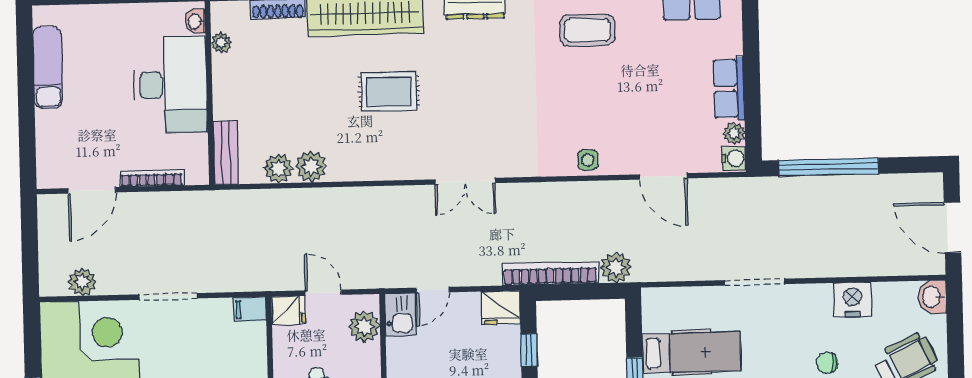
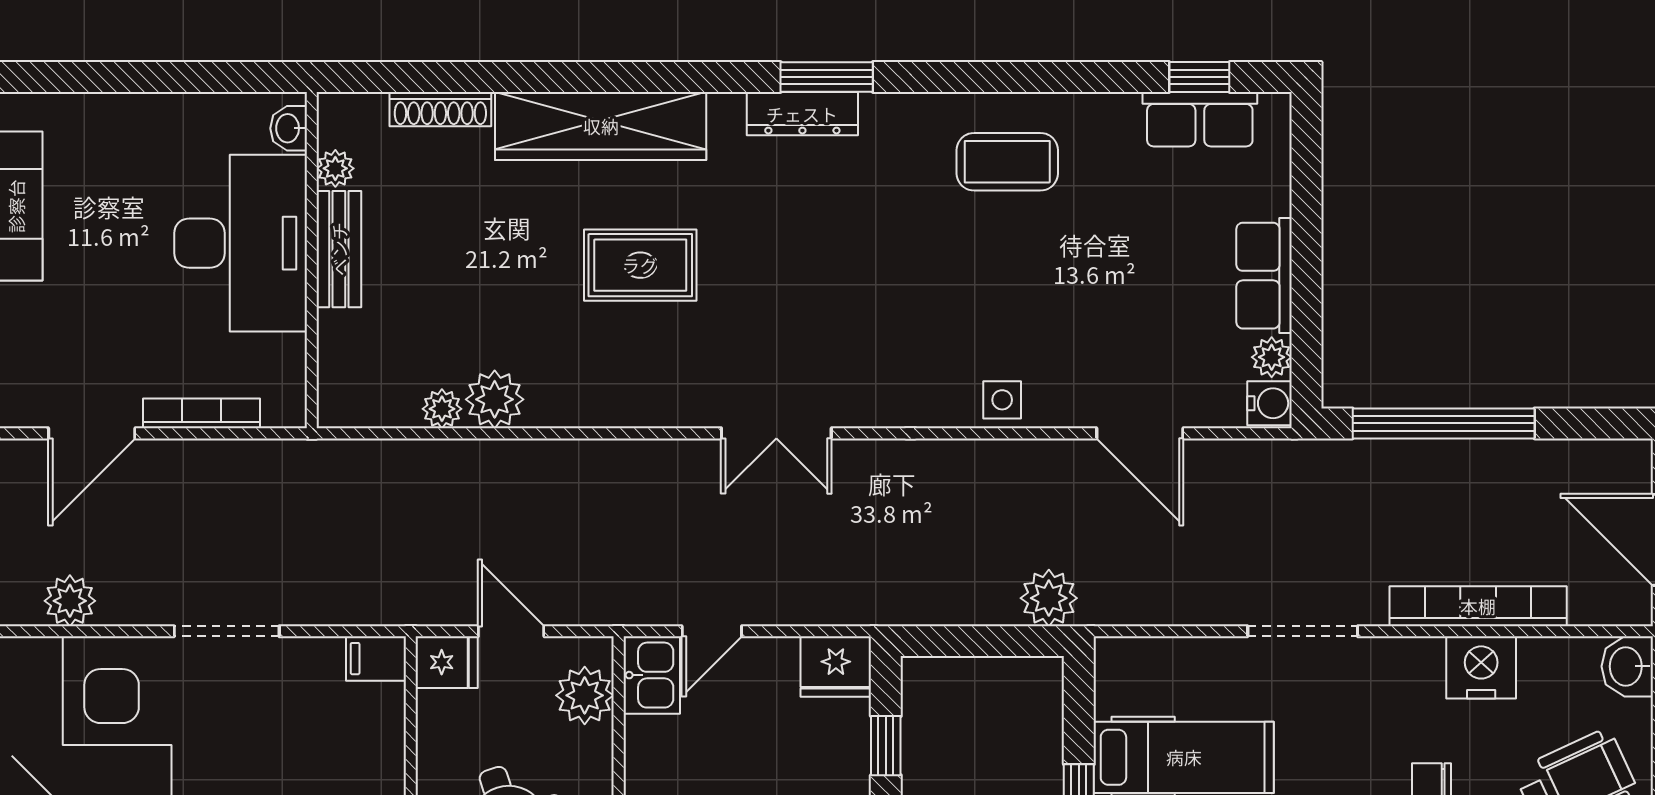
bench: (226, 153) -> (339, 249), moved
plant: (278, 168) -> (442, 409), width x0.73, depth x0.73
bookcase: (550, 273) -> (1478, 606), moved

